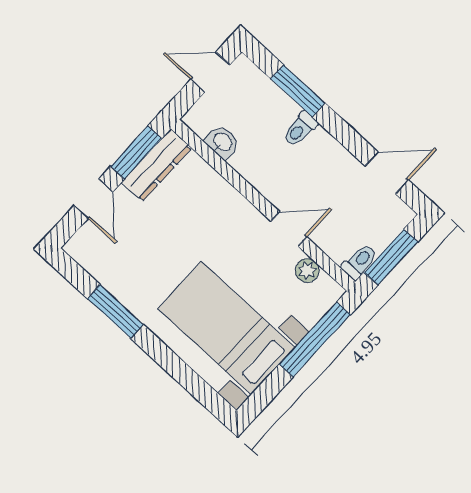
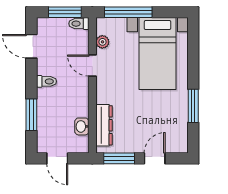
toilet: (300, 129) -> (47, 81), moved
dresser: (156, 165) -> (104, 125), moved, turned 90

